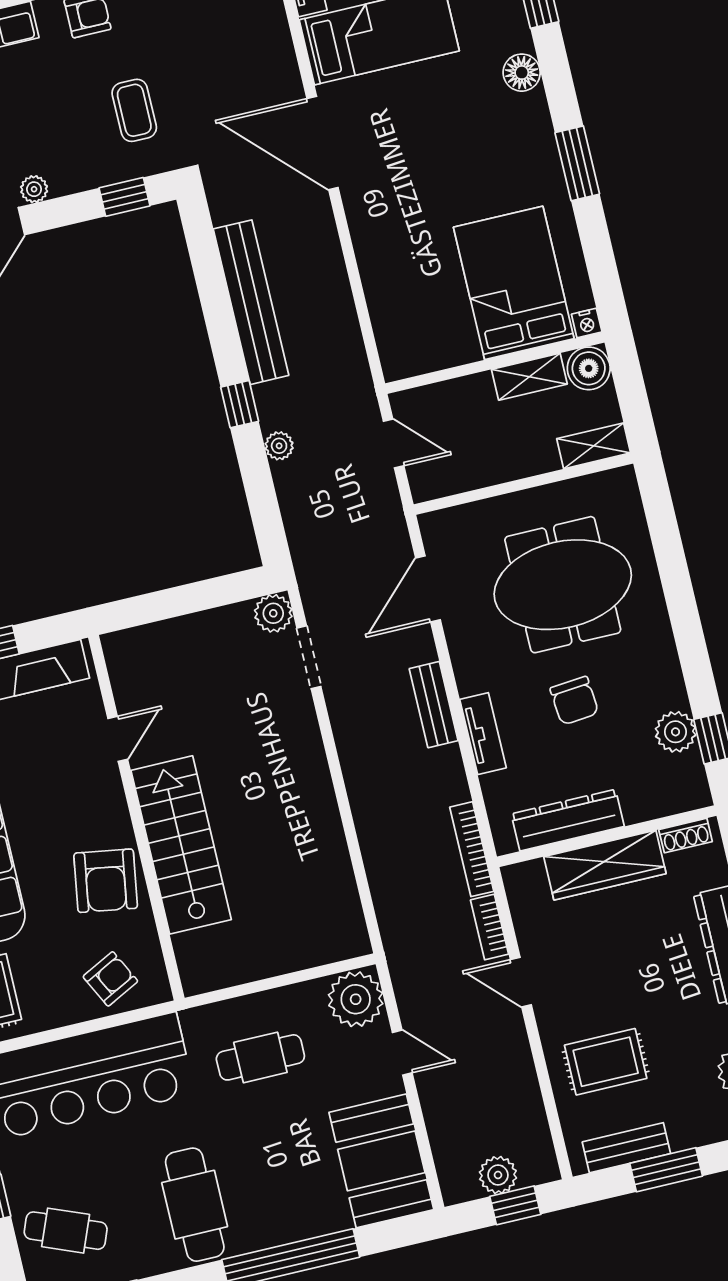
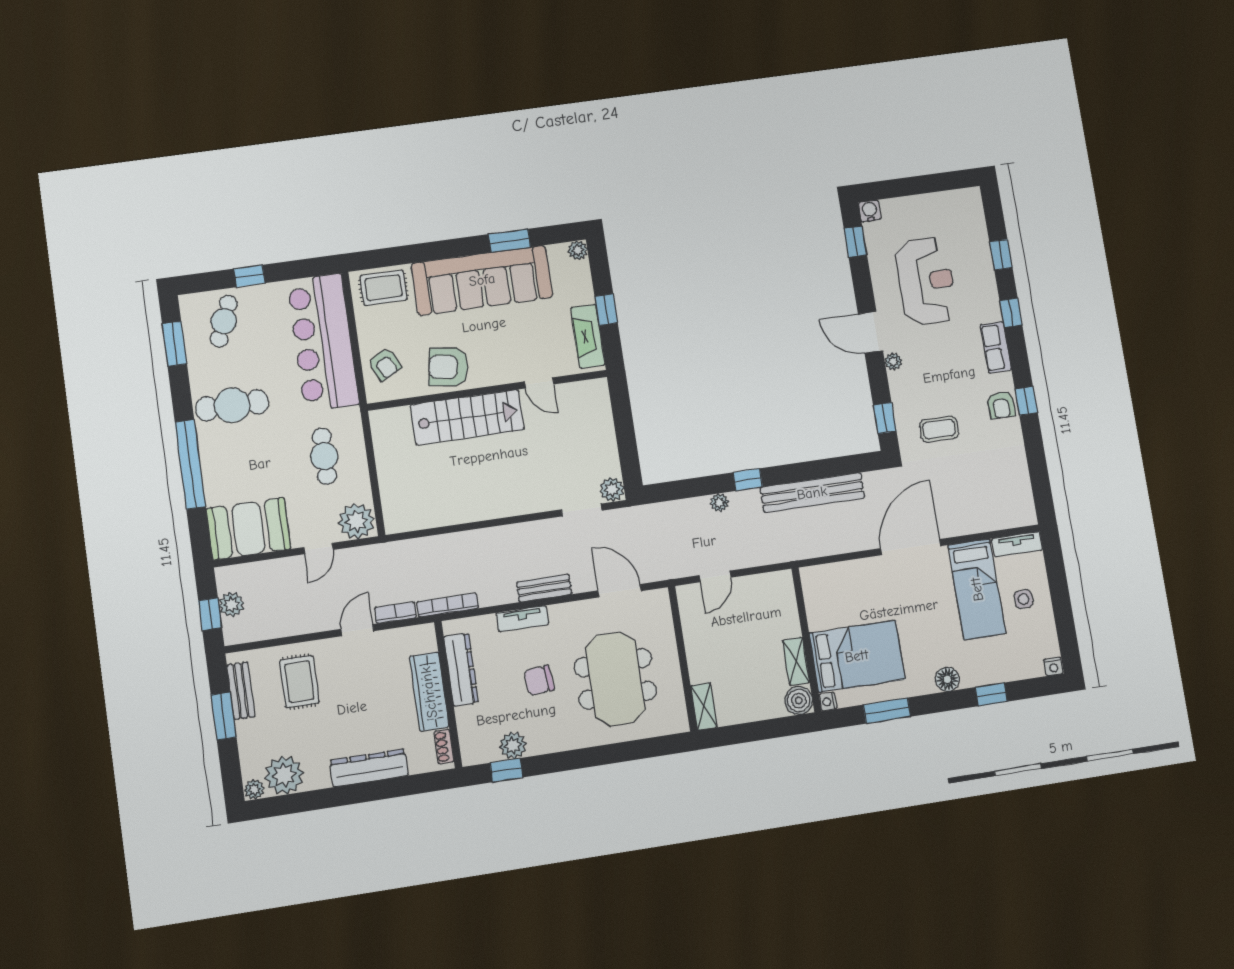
bed: (514, 283) -> (857, 656), moved
nightstand: (587, 323) -> (828, 702), moved
wall: (495, 363) -> (806, 640), moved
boiler: (589, 368) -> (799, 700), moved
shelving: (529, 377) -> (796, 661), moved

